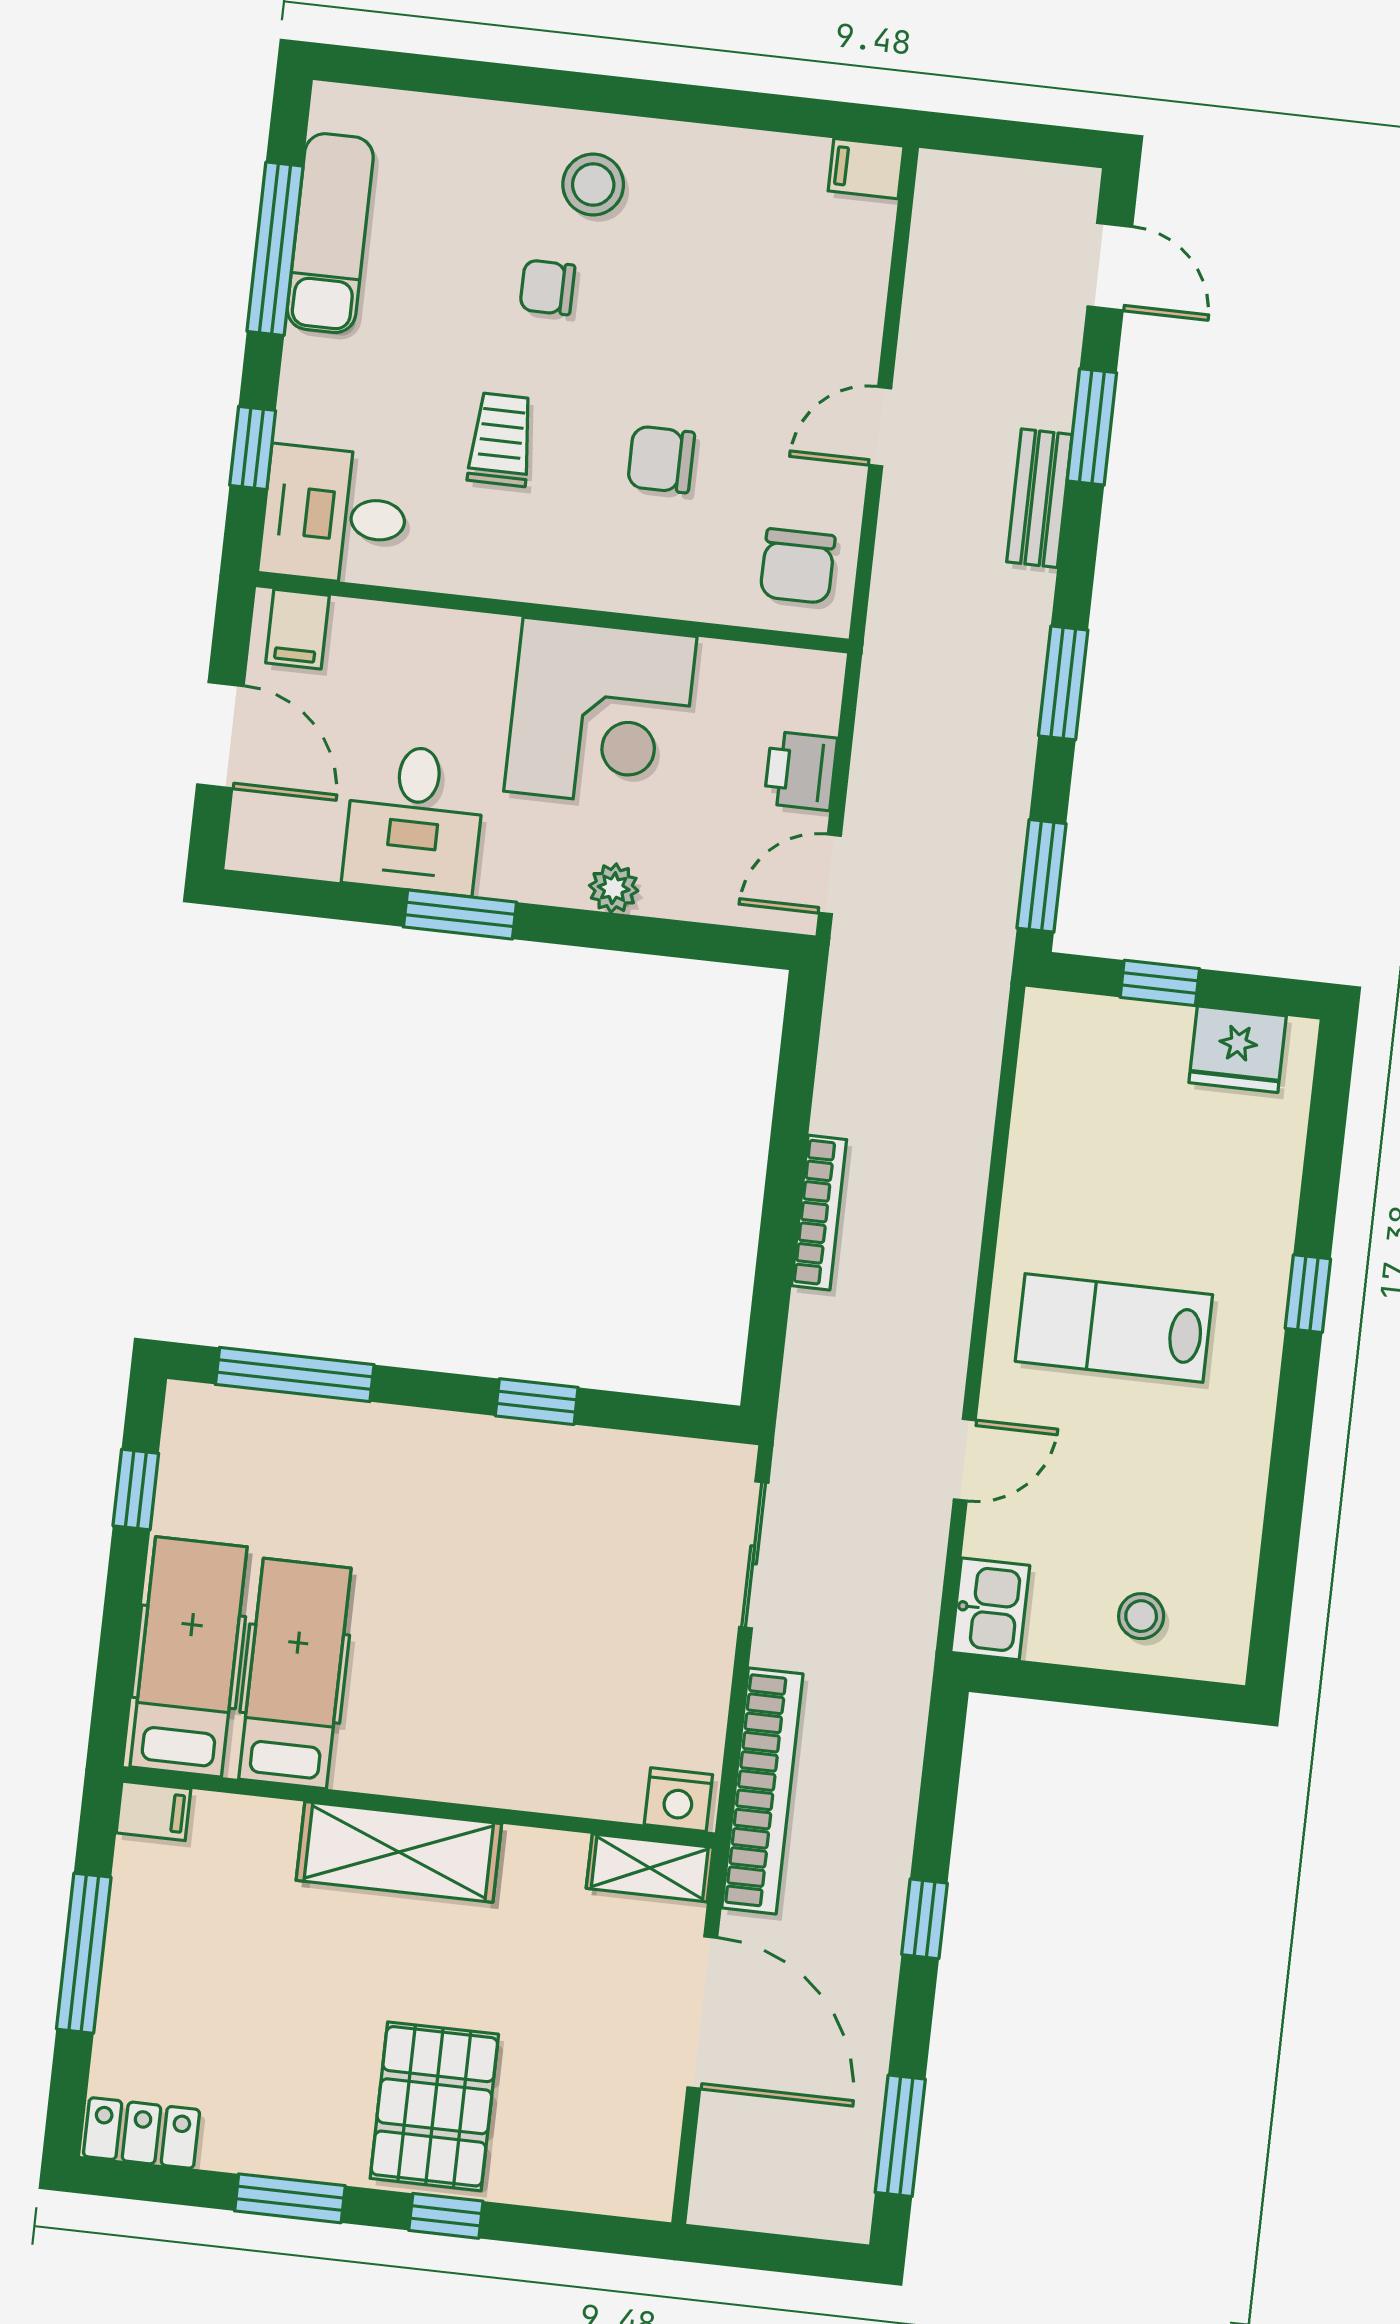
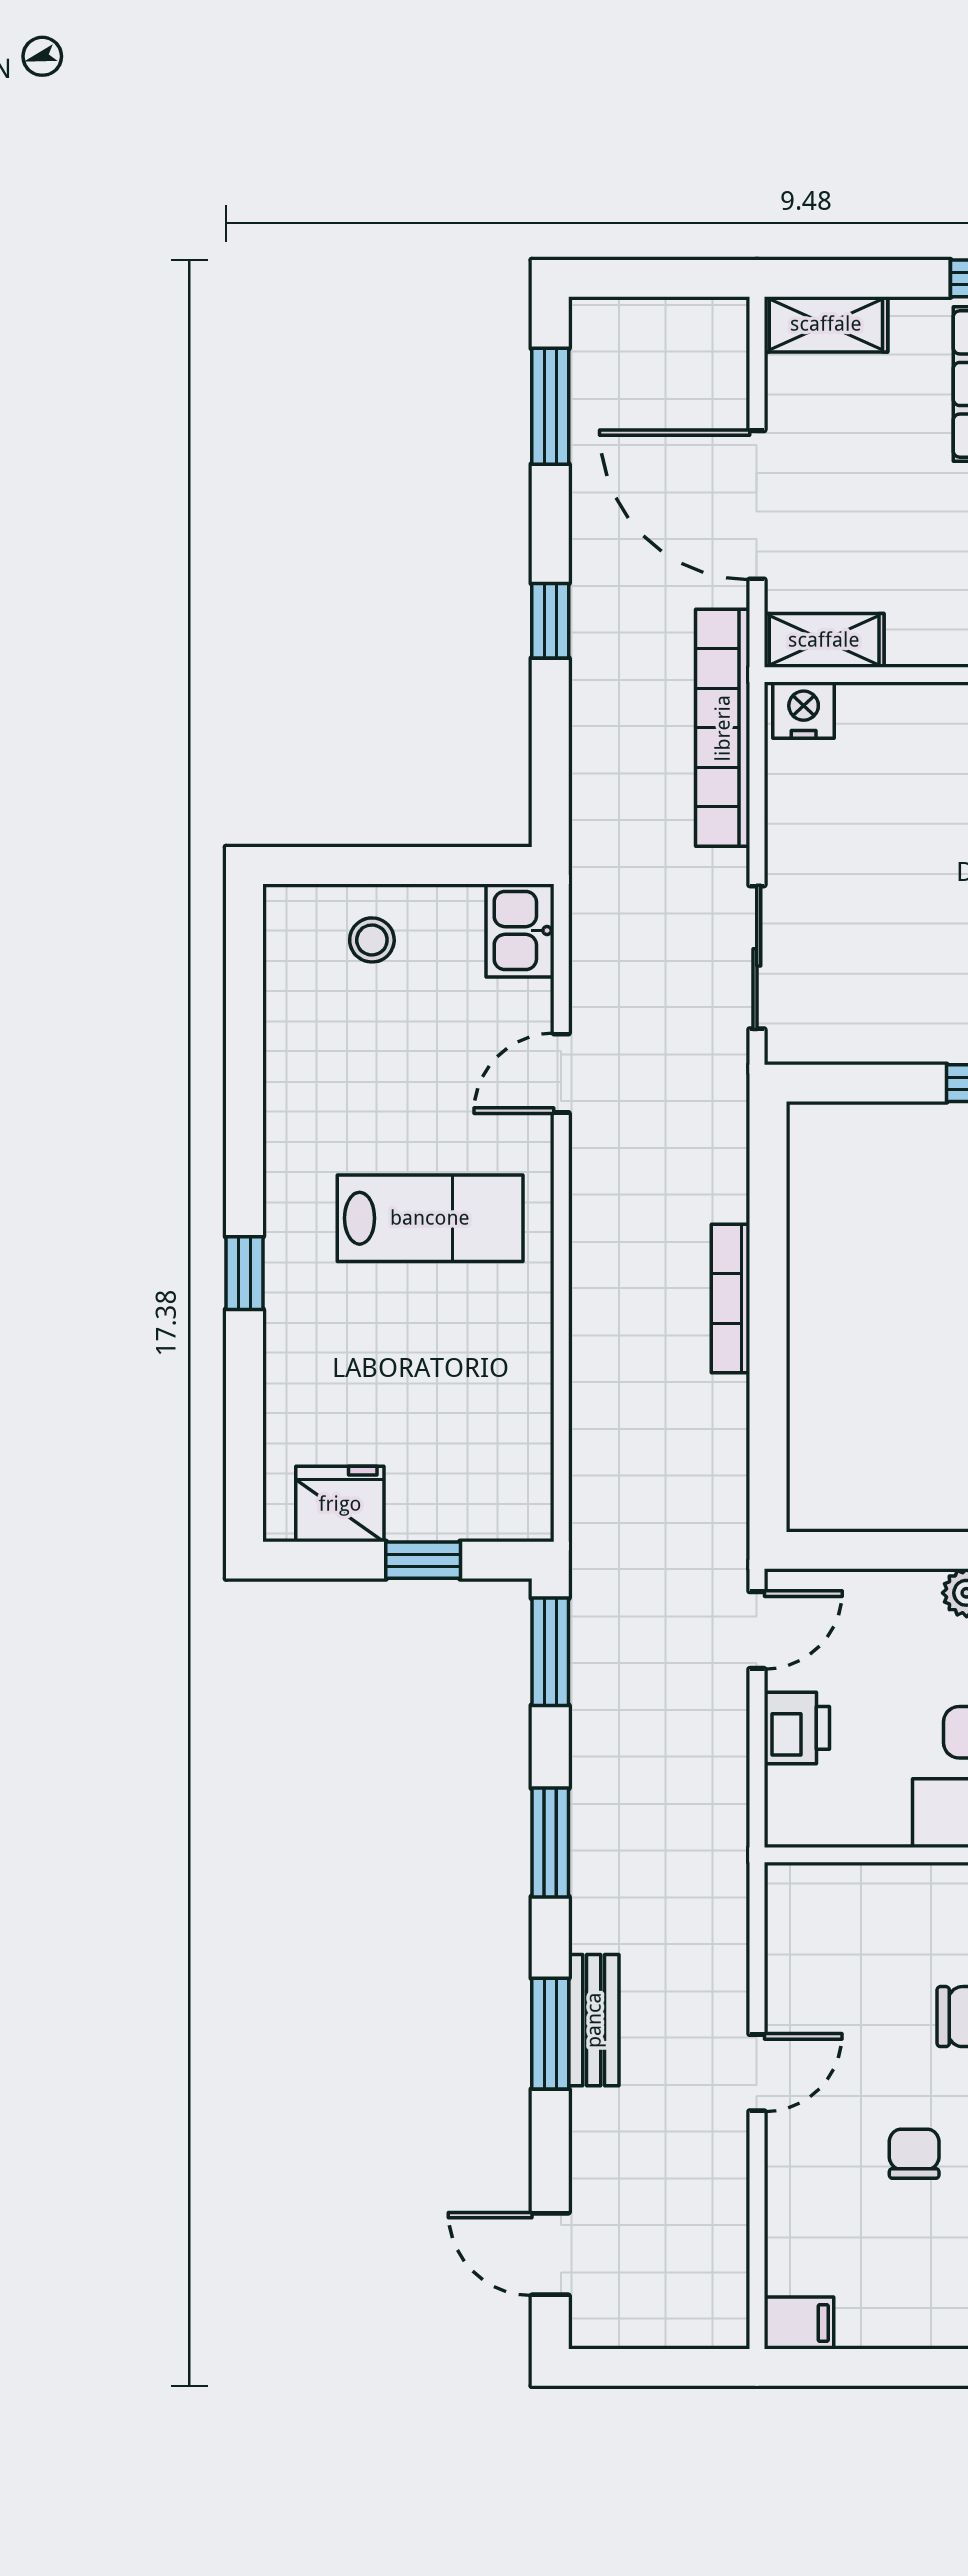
window: (1092, 427) -> (550, 2034), moved
chair: (798, 566) -> (914, 2154), moved, width x0.73, depth x0.73
shelving: (612, 2187) -> (826, 324), added

